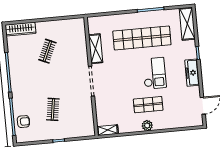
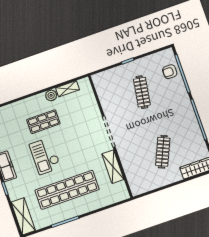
clothes rail: (47, 51) -> (163, 152), width x1.36
clothes rail: (53, 109) -> (142, 92), width x1.36
plant: (147, 126) -> (51, 95), moved
shelving: (108, 130) -> (68, 89), moved

